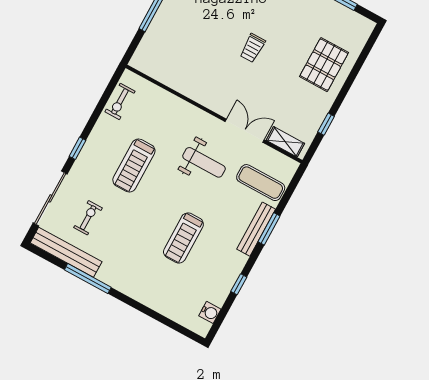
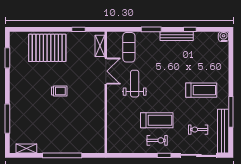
pallet: (324, 65) -> (47, 48), width x1.37, depth x1.41
exercise bike: (120, 101) -> (157, 140), moved
double door: (245, 131) -> (106, 71), swing flipped
bench: (256, 229) -> (177, 36), moved
treadmill: (183, 238) -> (201, 90), moved
water cooler: (210, 312) -> (224, 37), moved

